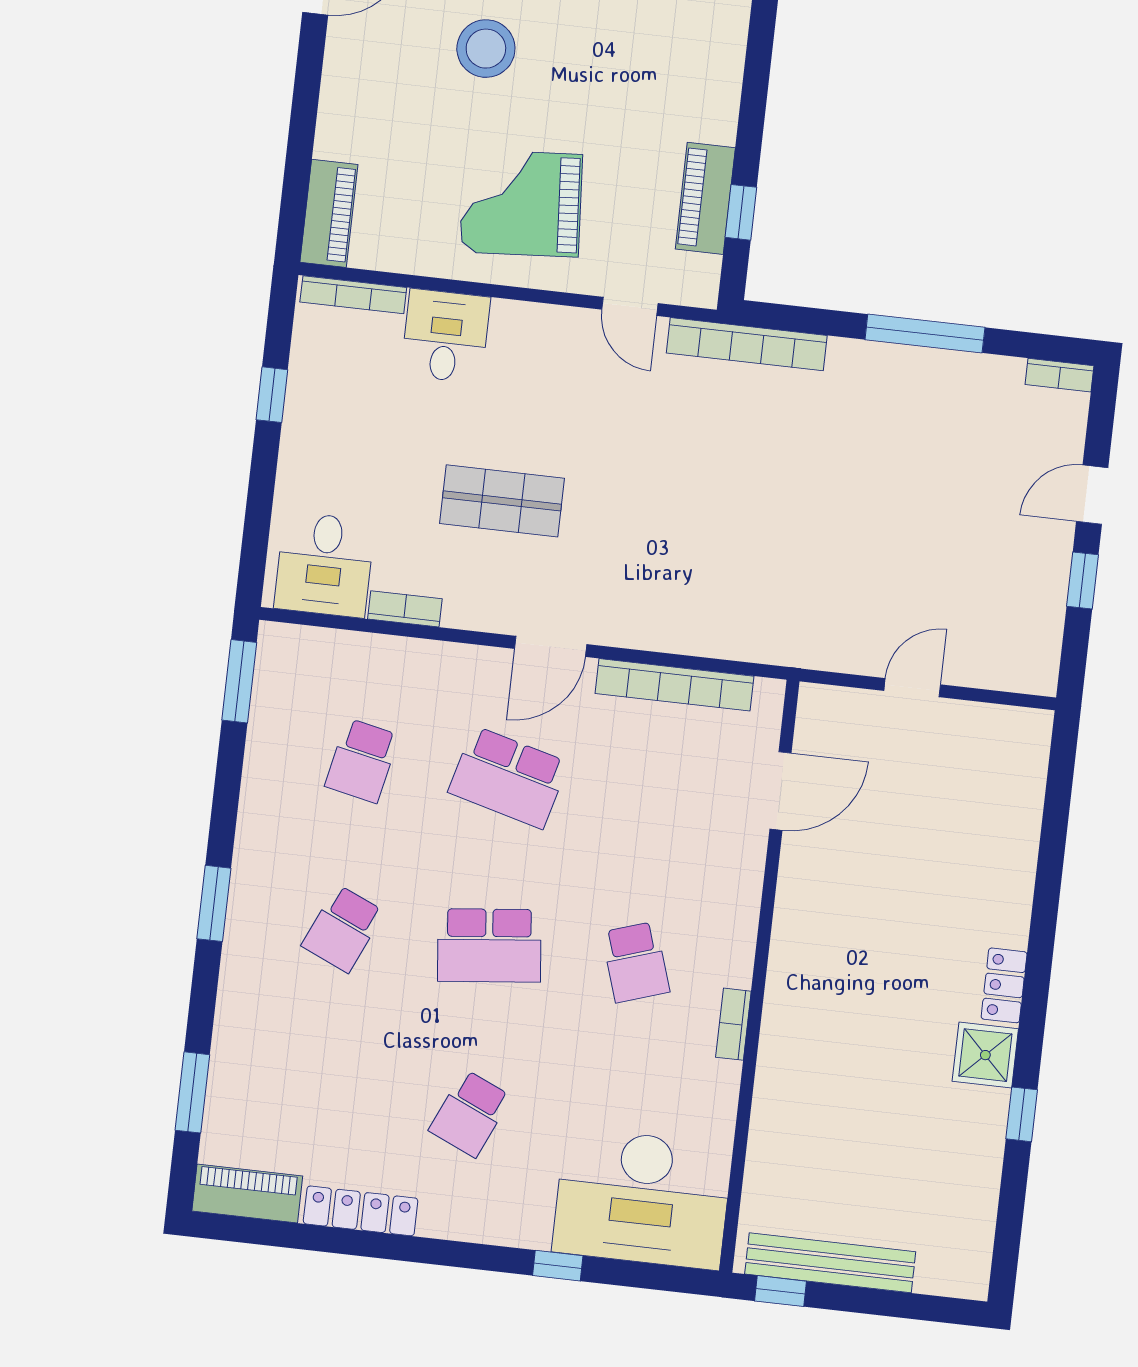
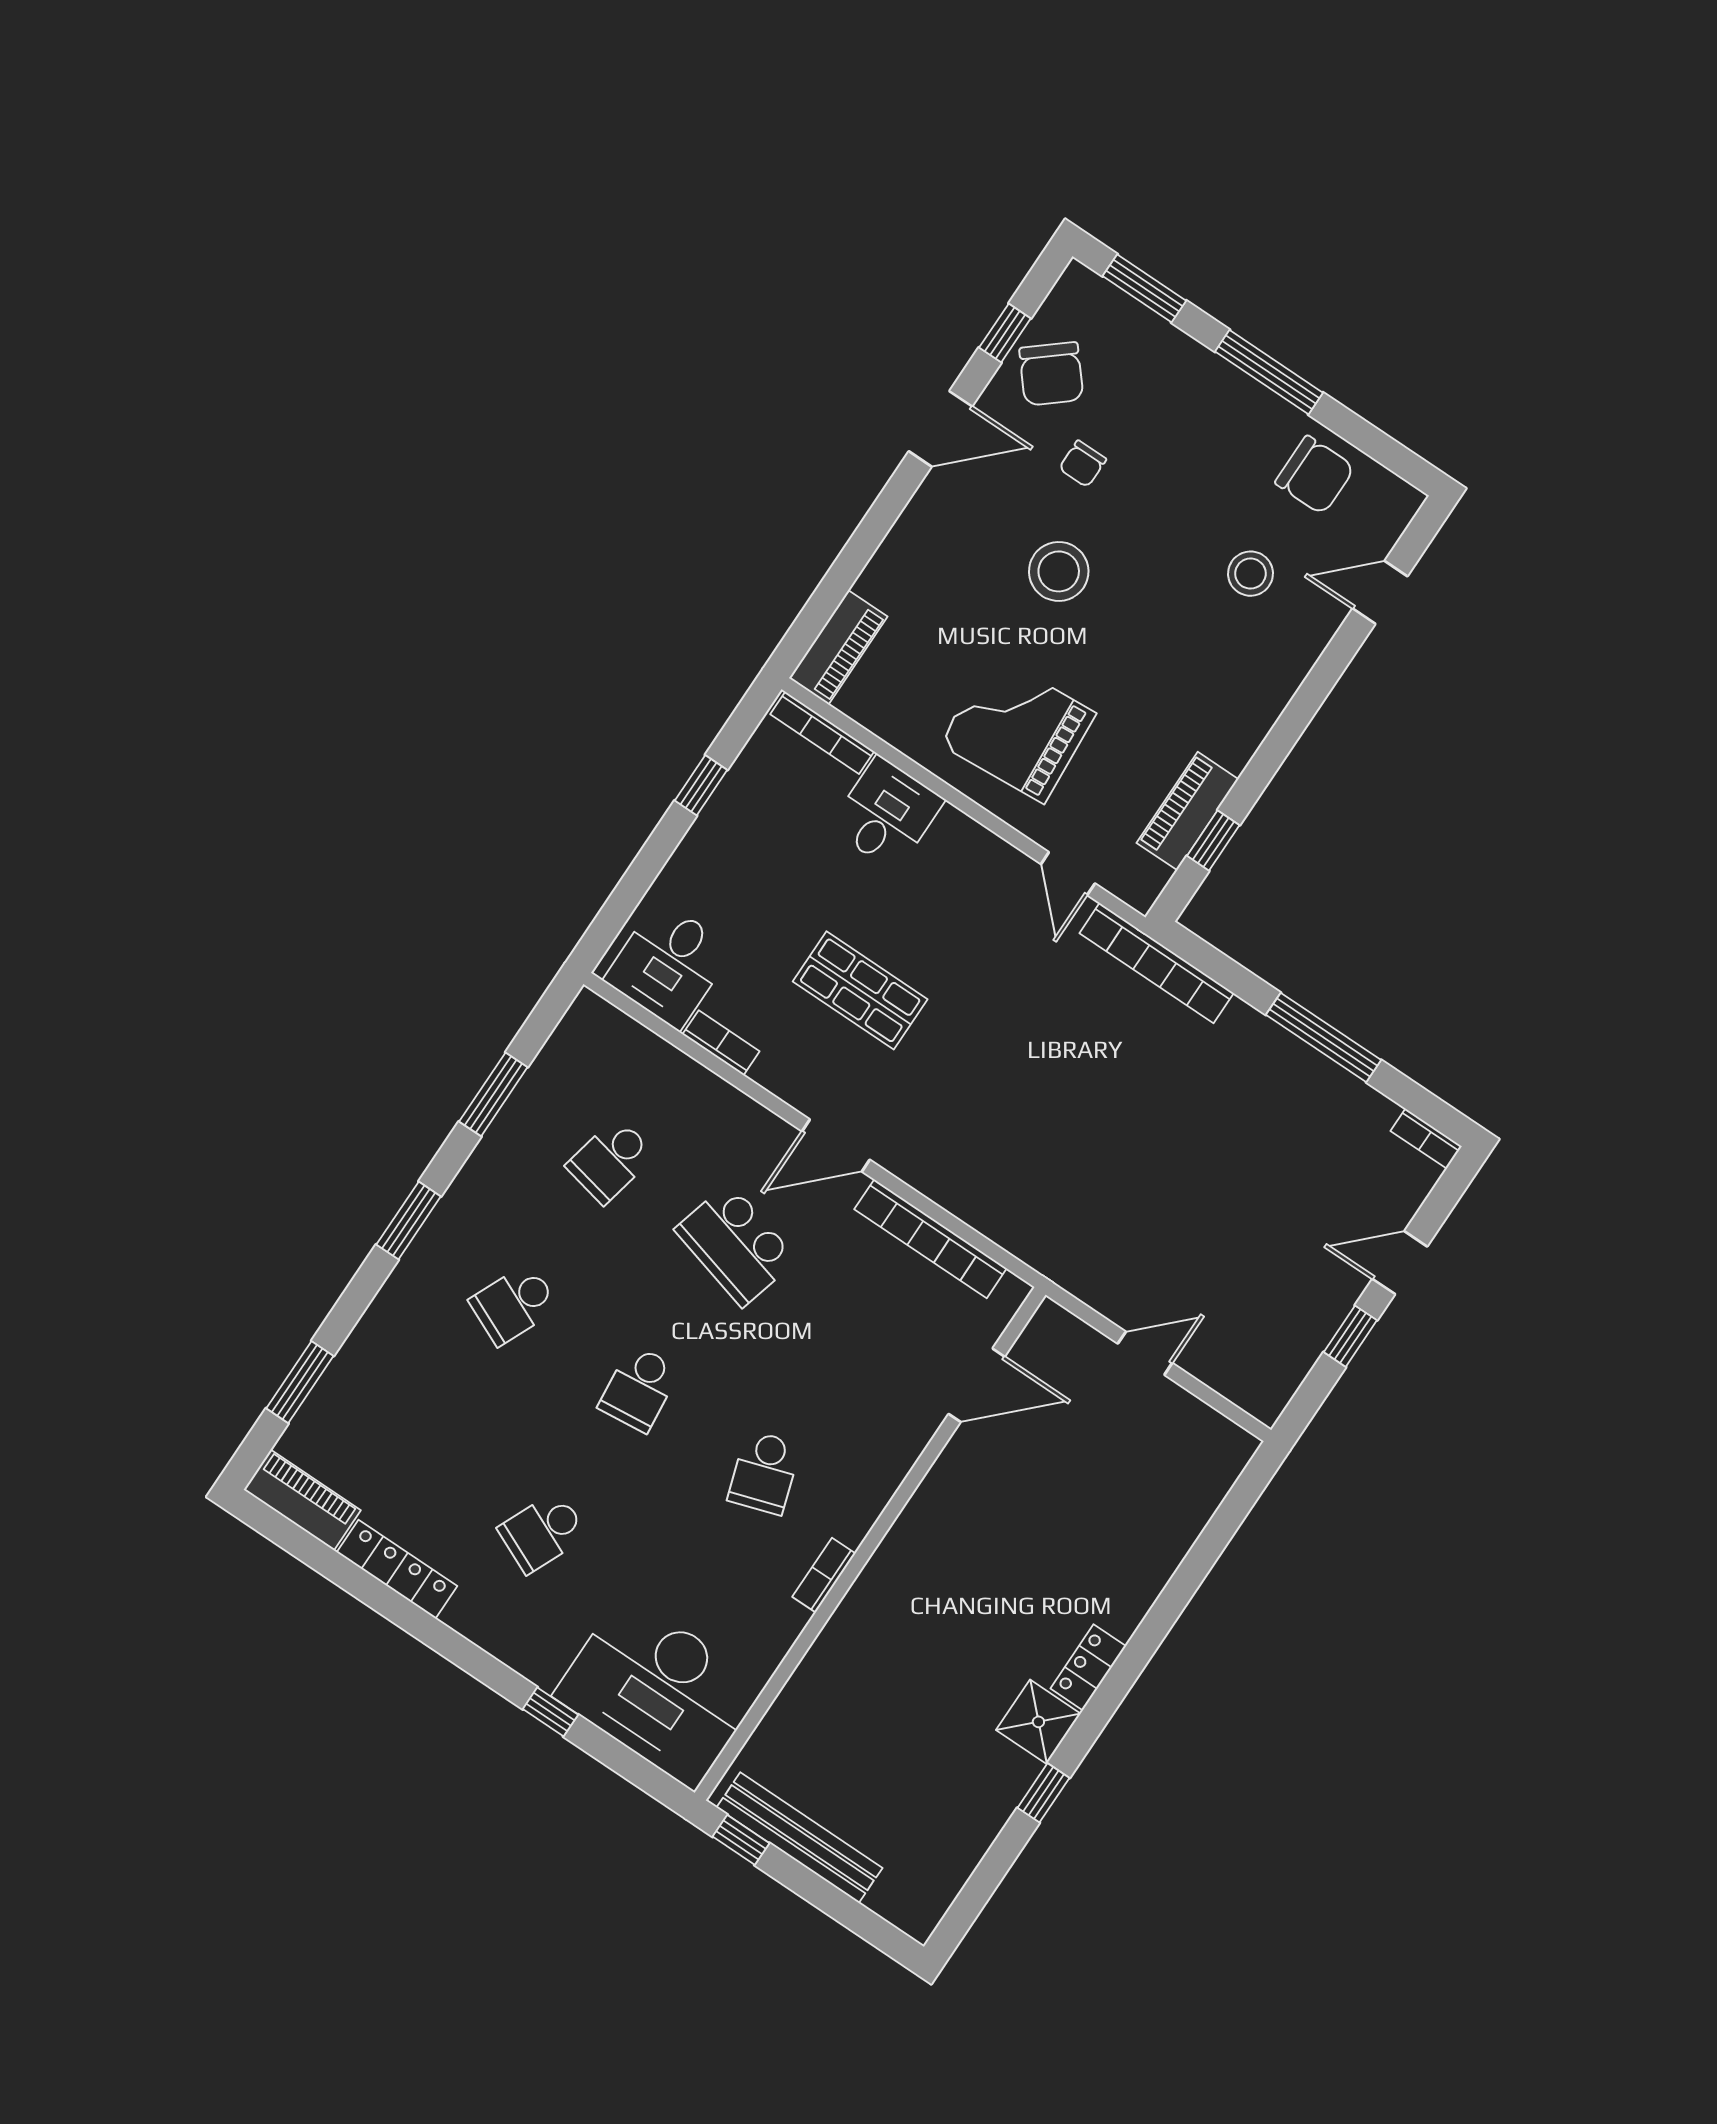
window: (239, 681) -> (493, 1094), moved
school desk: (489, 945) -> (639, 1388), width x0.54

